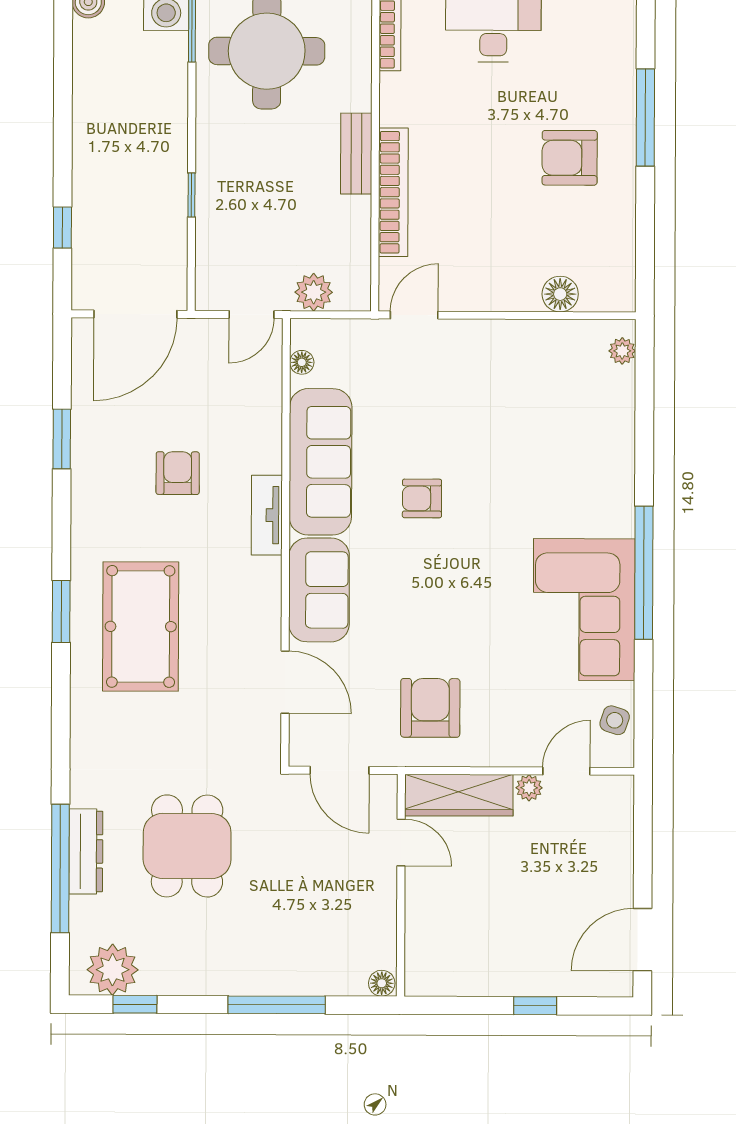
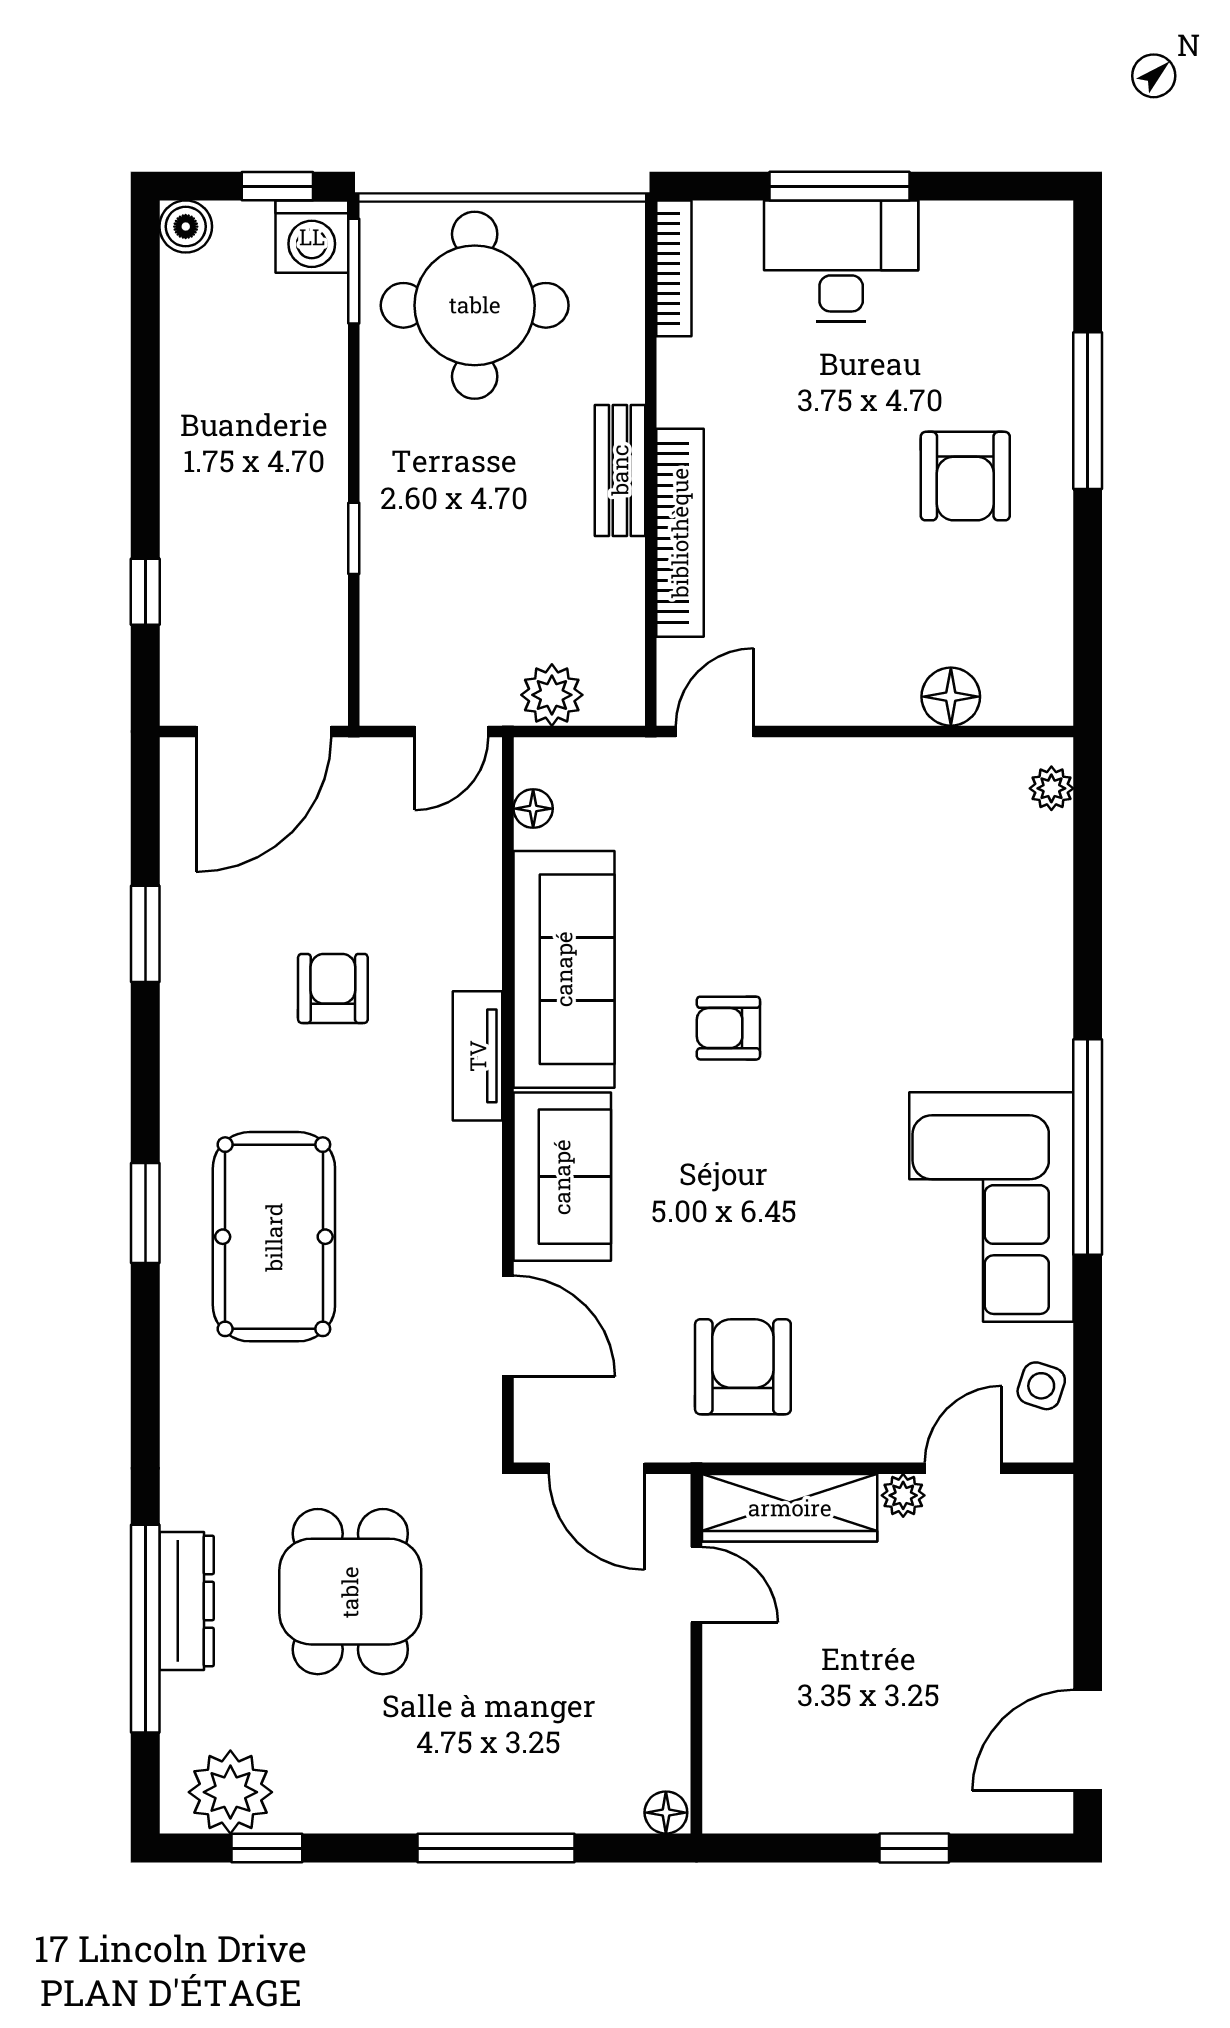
armchair: (570, 158) -> (965, 476), turned -90

